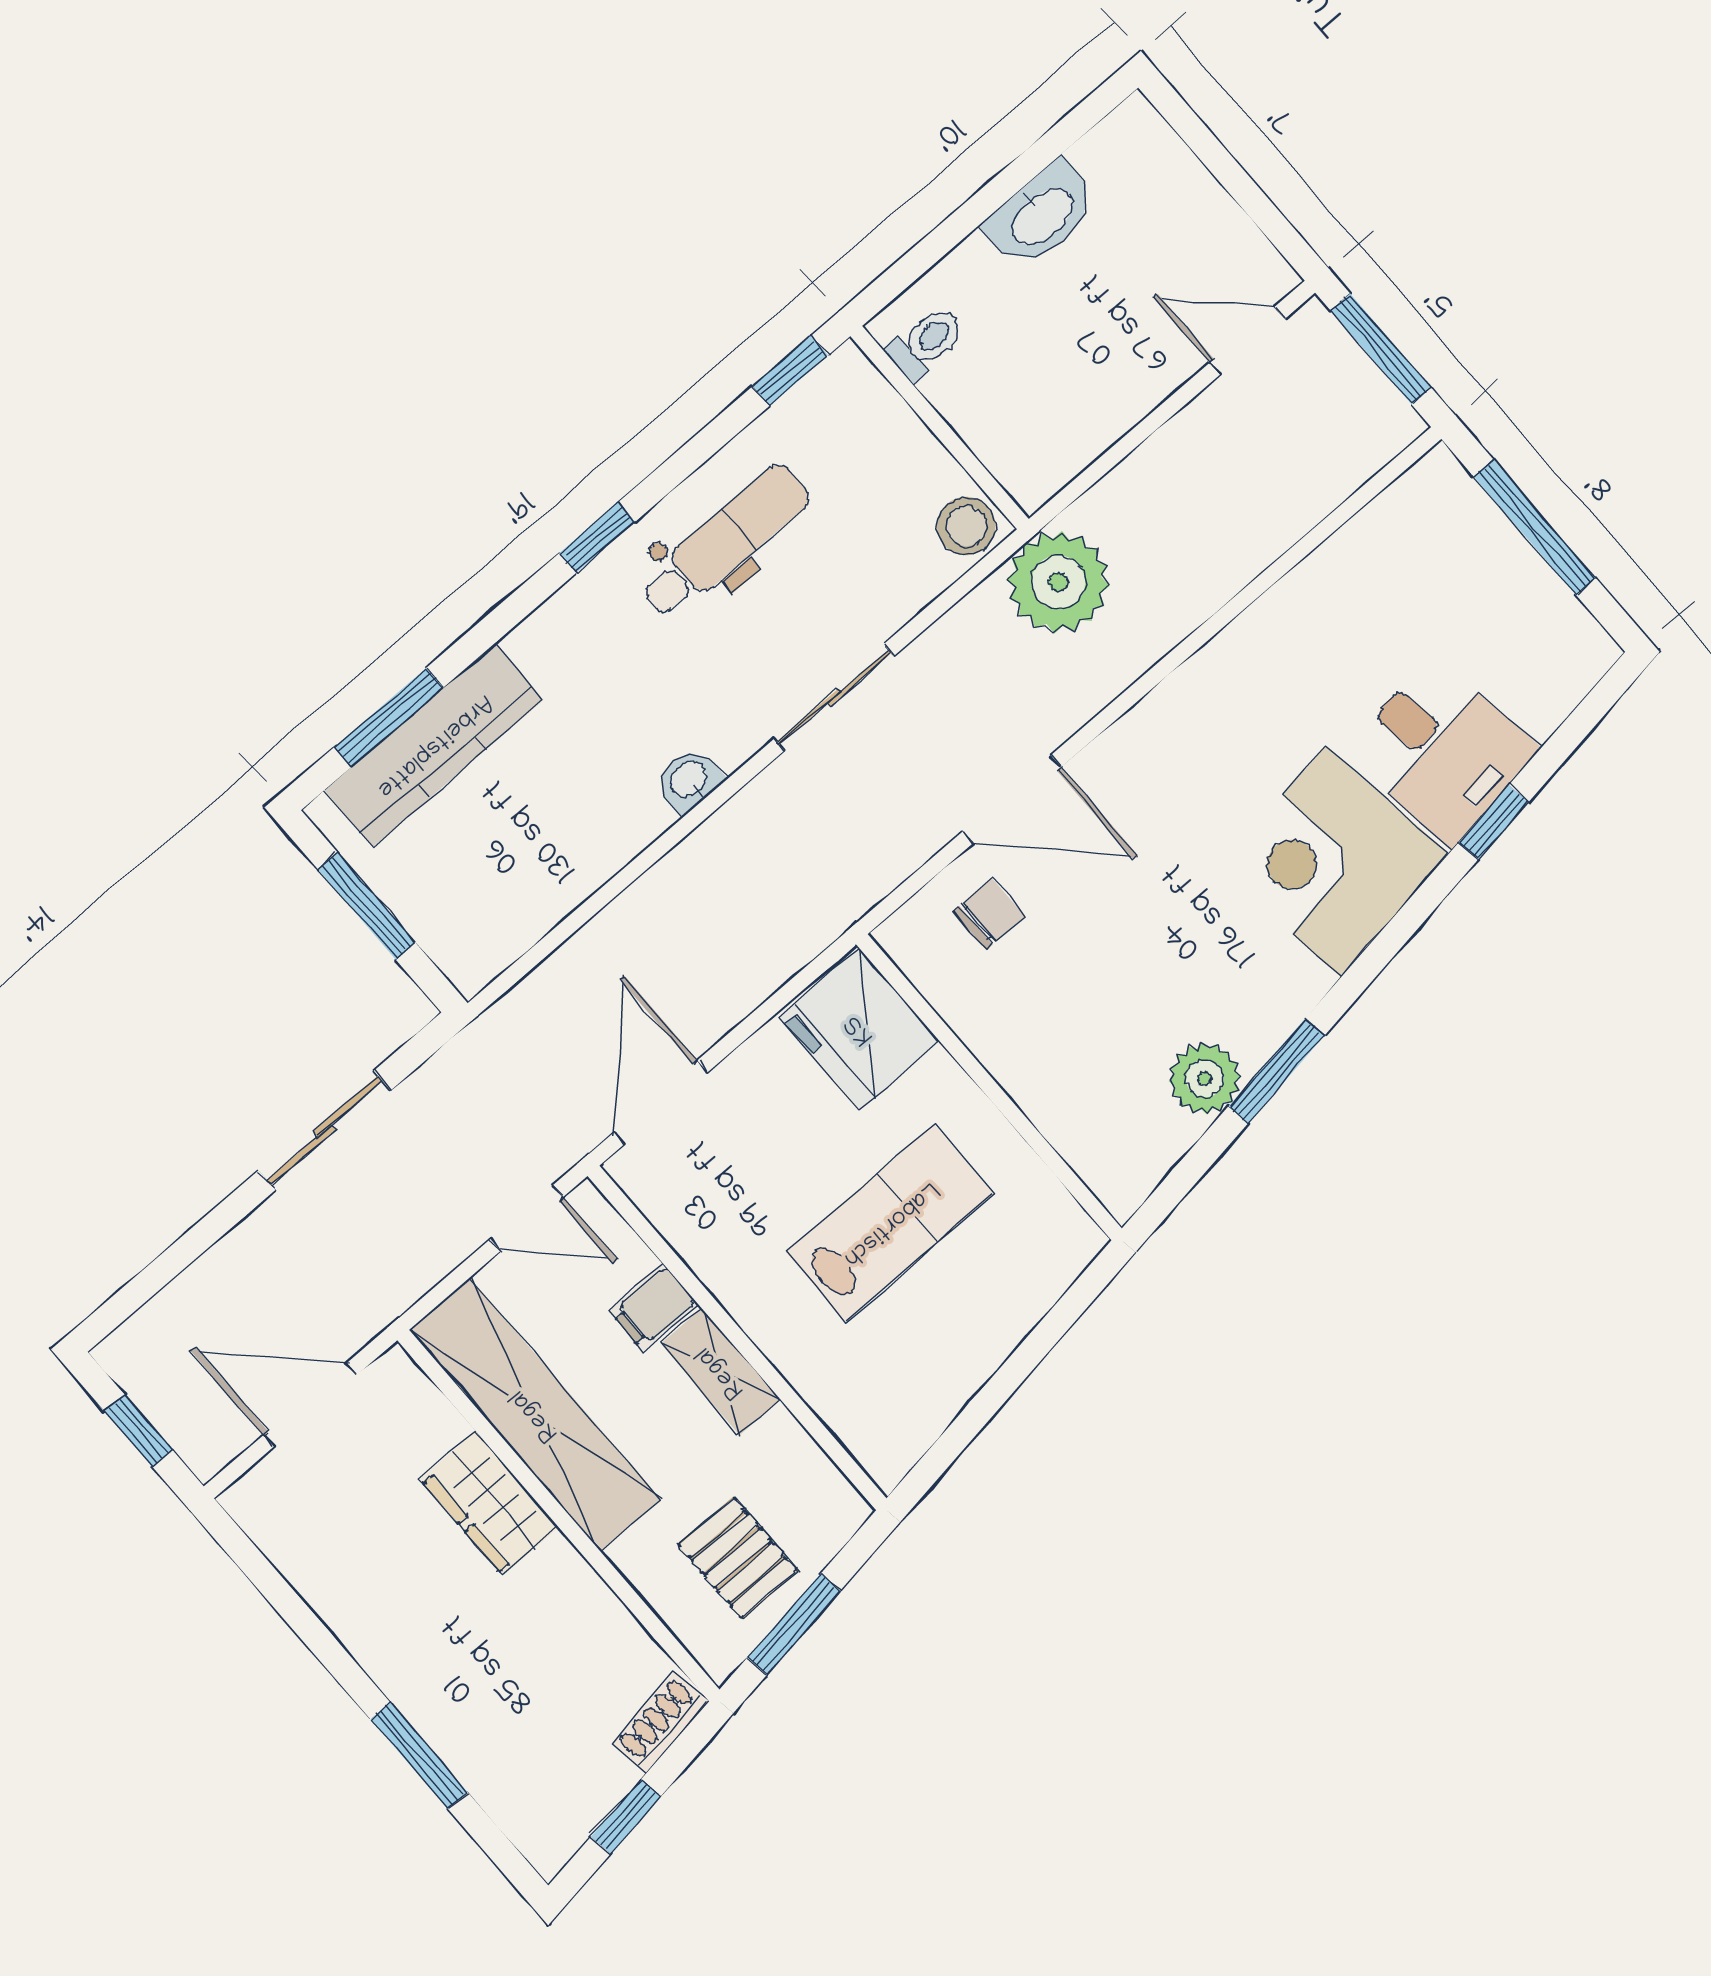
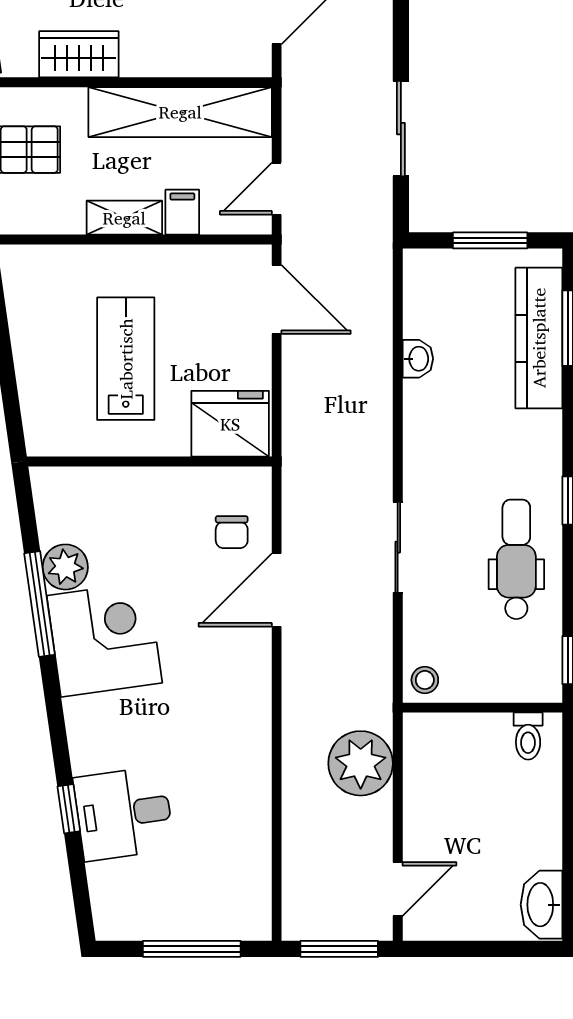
washbasin: (1041, 215) -> (542, 905), moved
stool: (966, 526) -> (425, 680), width x0.73, depth x0.73
dental chair: (725, 541) -> (516, 559), turned 180
plant: (1058, 582) -> (361, 763), moved
washbasin: (689, 780) -> (418, 359), moved
corner desk: (1334, 862) -> (105, 639), moved
window: (1276, 1071) -> (40, 604), width x1.44
lab bench: (890, 1223) -> (126, 359), turned 180
wardrobe: (490, 1503) -> (79, 54), moved

